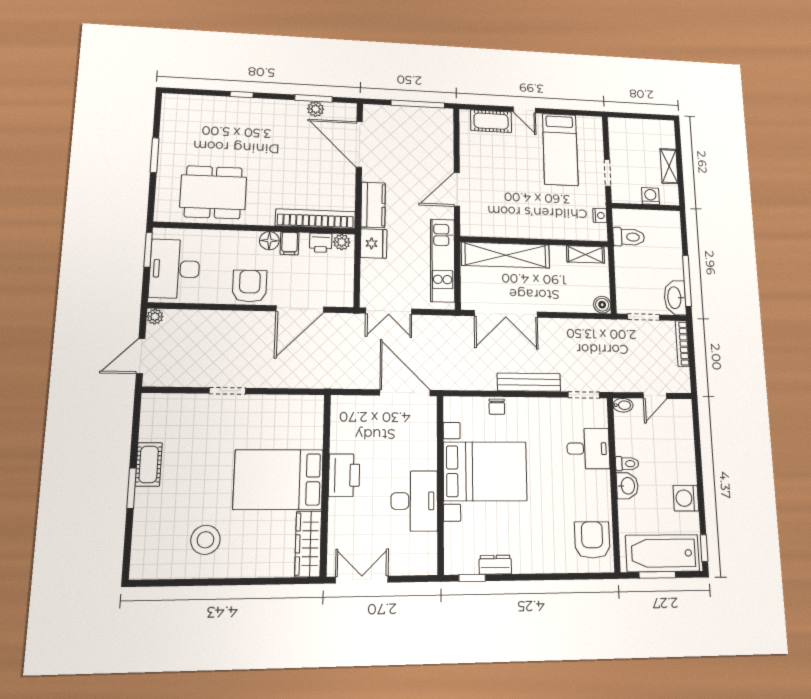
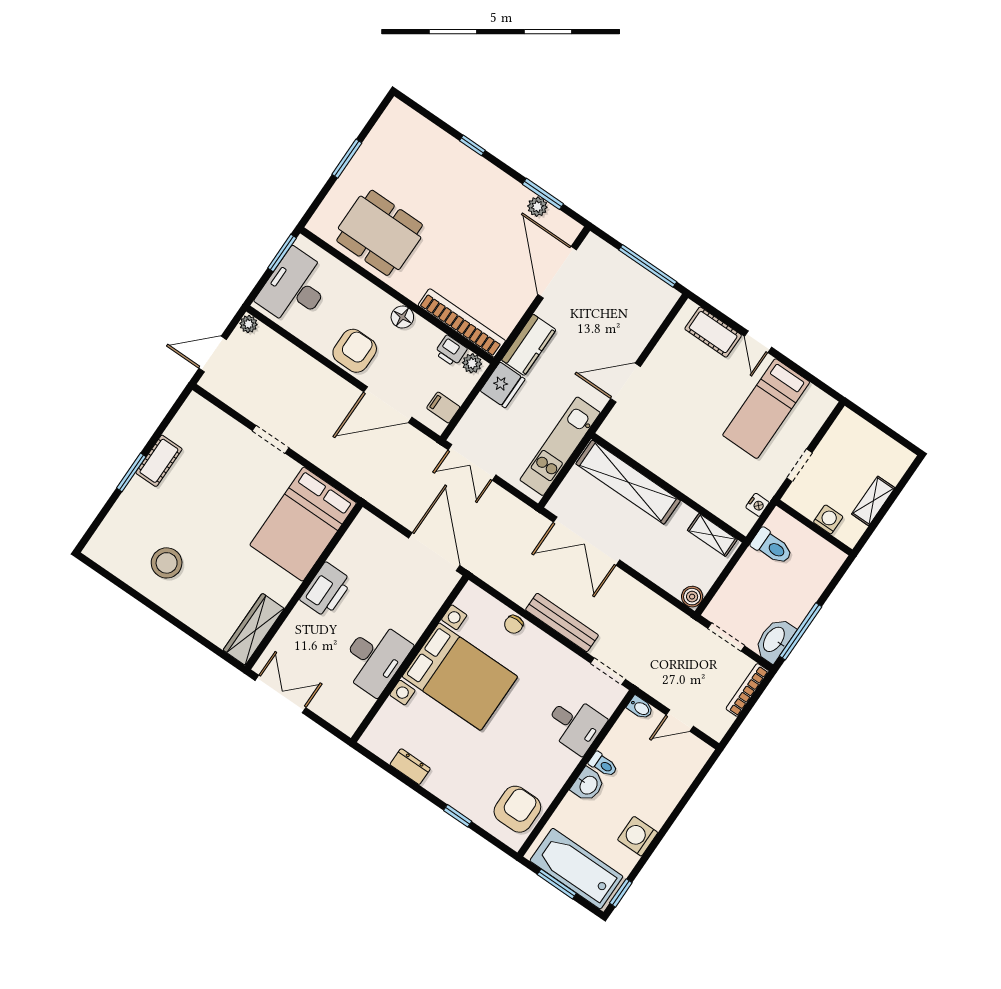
filing cabinet: (290, 243) -> (443, 408), moved, turned 90
bed: (278, 479) -> (303, 524), moved, turned -90
window: (472, 578) -> (458, 816), moved

